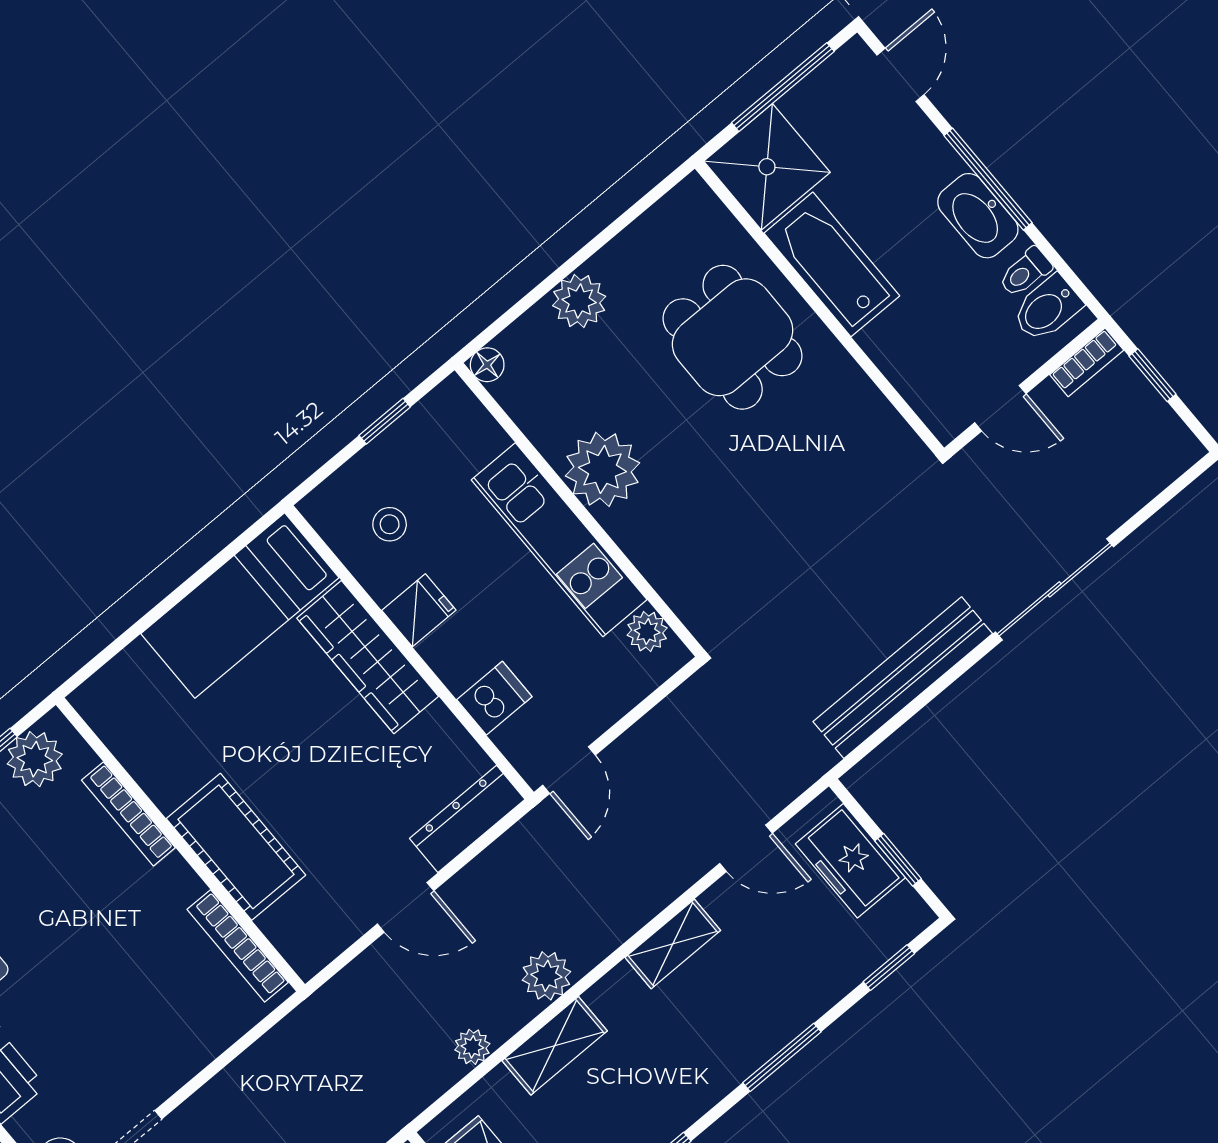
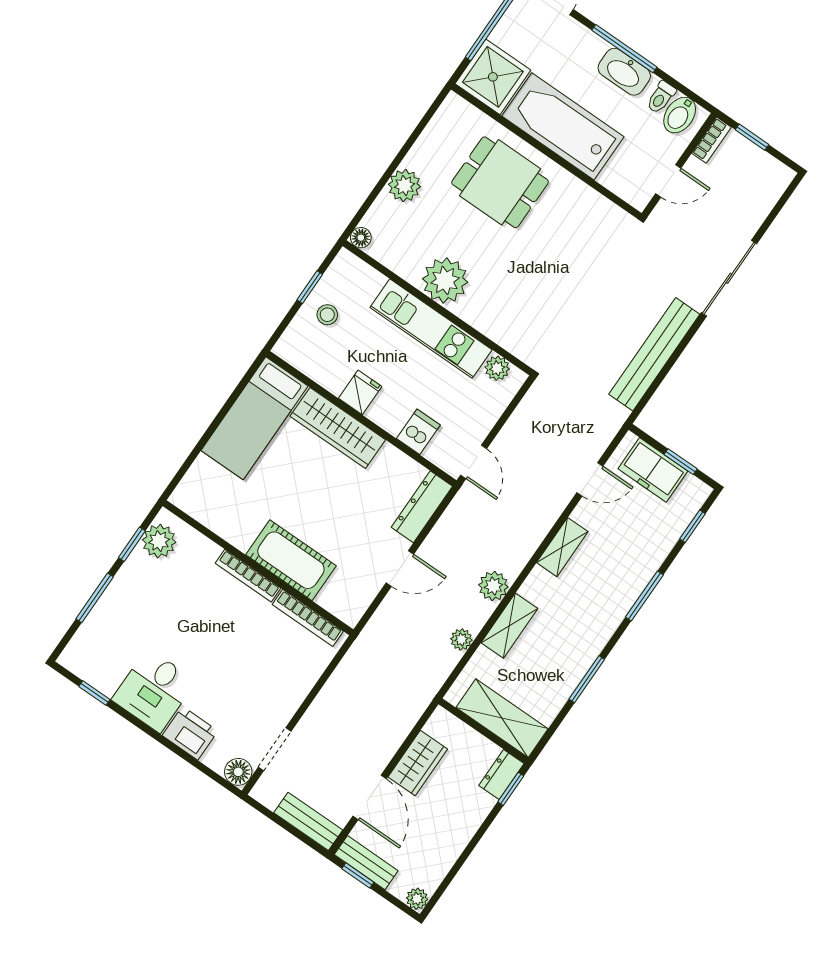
bathtub: (832, 264) -> (563, 126), width x1.36, depth x1.36
stool: (390, 524) -> (327, 315), moved
bookcase: (128, 814) -> (248, 576), moved

